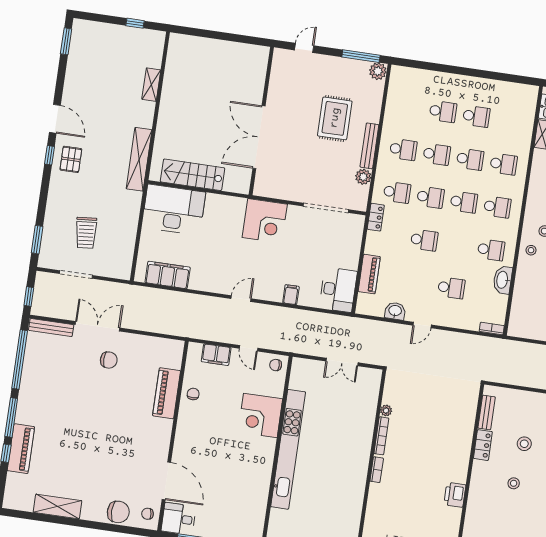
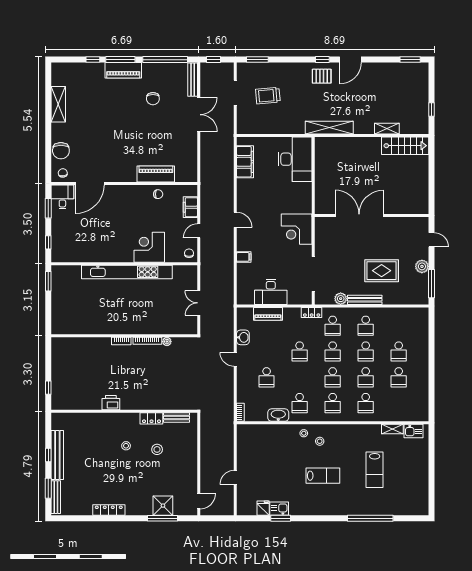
plant: (378, 71) -> (422, 266), moved
stairs: (193, 175) -> (405, 146), moved, turned 90
desk: (338, 290) -> (271, 292), moved
chair: (109, 360) -> (153, 99), moved
piano: (21, 449) -> (123, 70), moved

